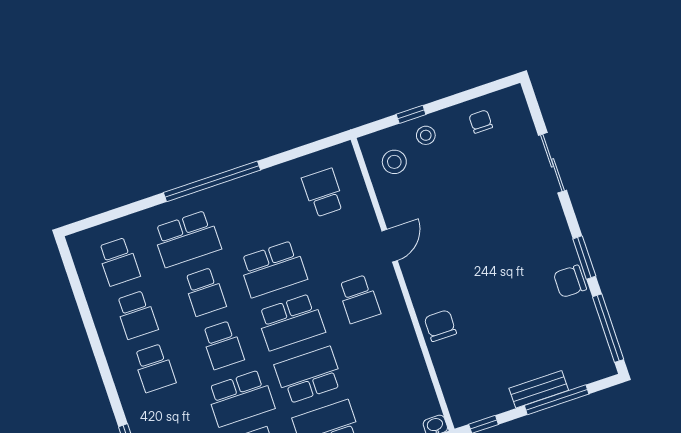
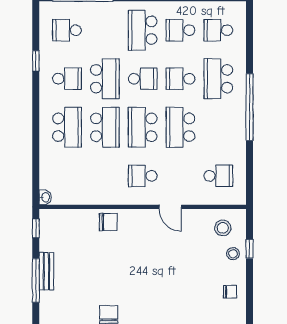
school desk: (223, 345) -> (143, 79), turned 180
school desk: (154, 368) -> (143, 30), width x1.85
school desk: (240, 398) -> (105, 79), turned 180

